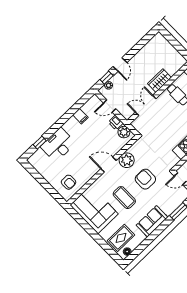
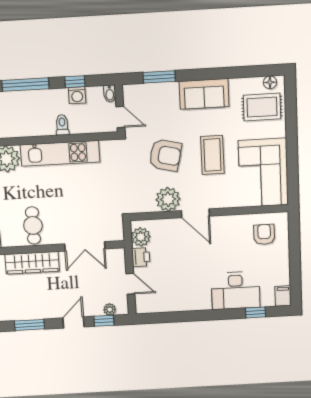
window: (139, 46) -> (29, 325), added
wardrobe: (159, 81) -> (32, 263), width x1.50
filing cabinet: (80, 116) -> (283, 296), moved
armchair: (145, 179) -> (165, 155), turned -77

